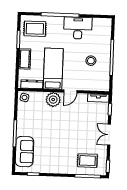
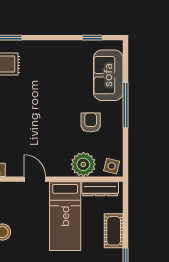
door: (70, 91) -> (35, 179), hinge flipped
plant: (53, 100) -> (83, 164), moved
armchair: (36, 124) -> (91, 122), added

